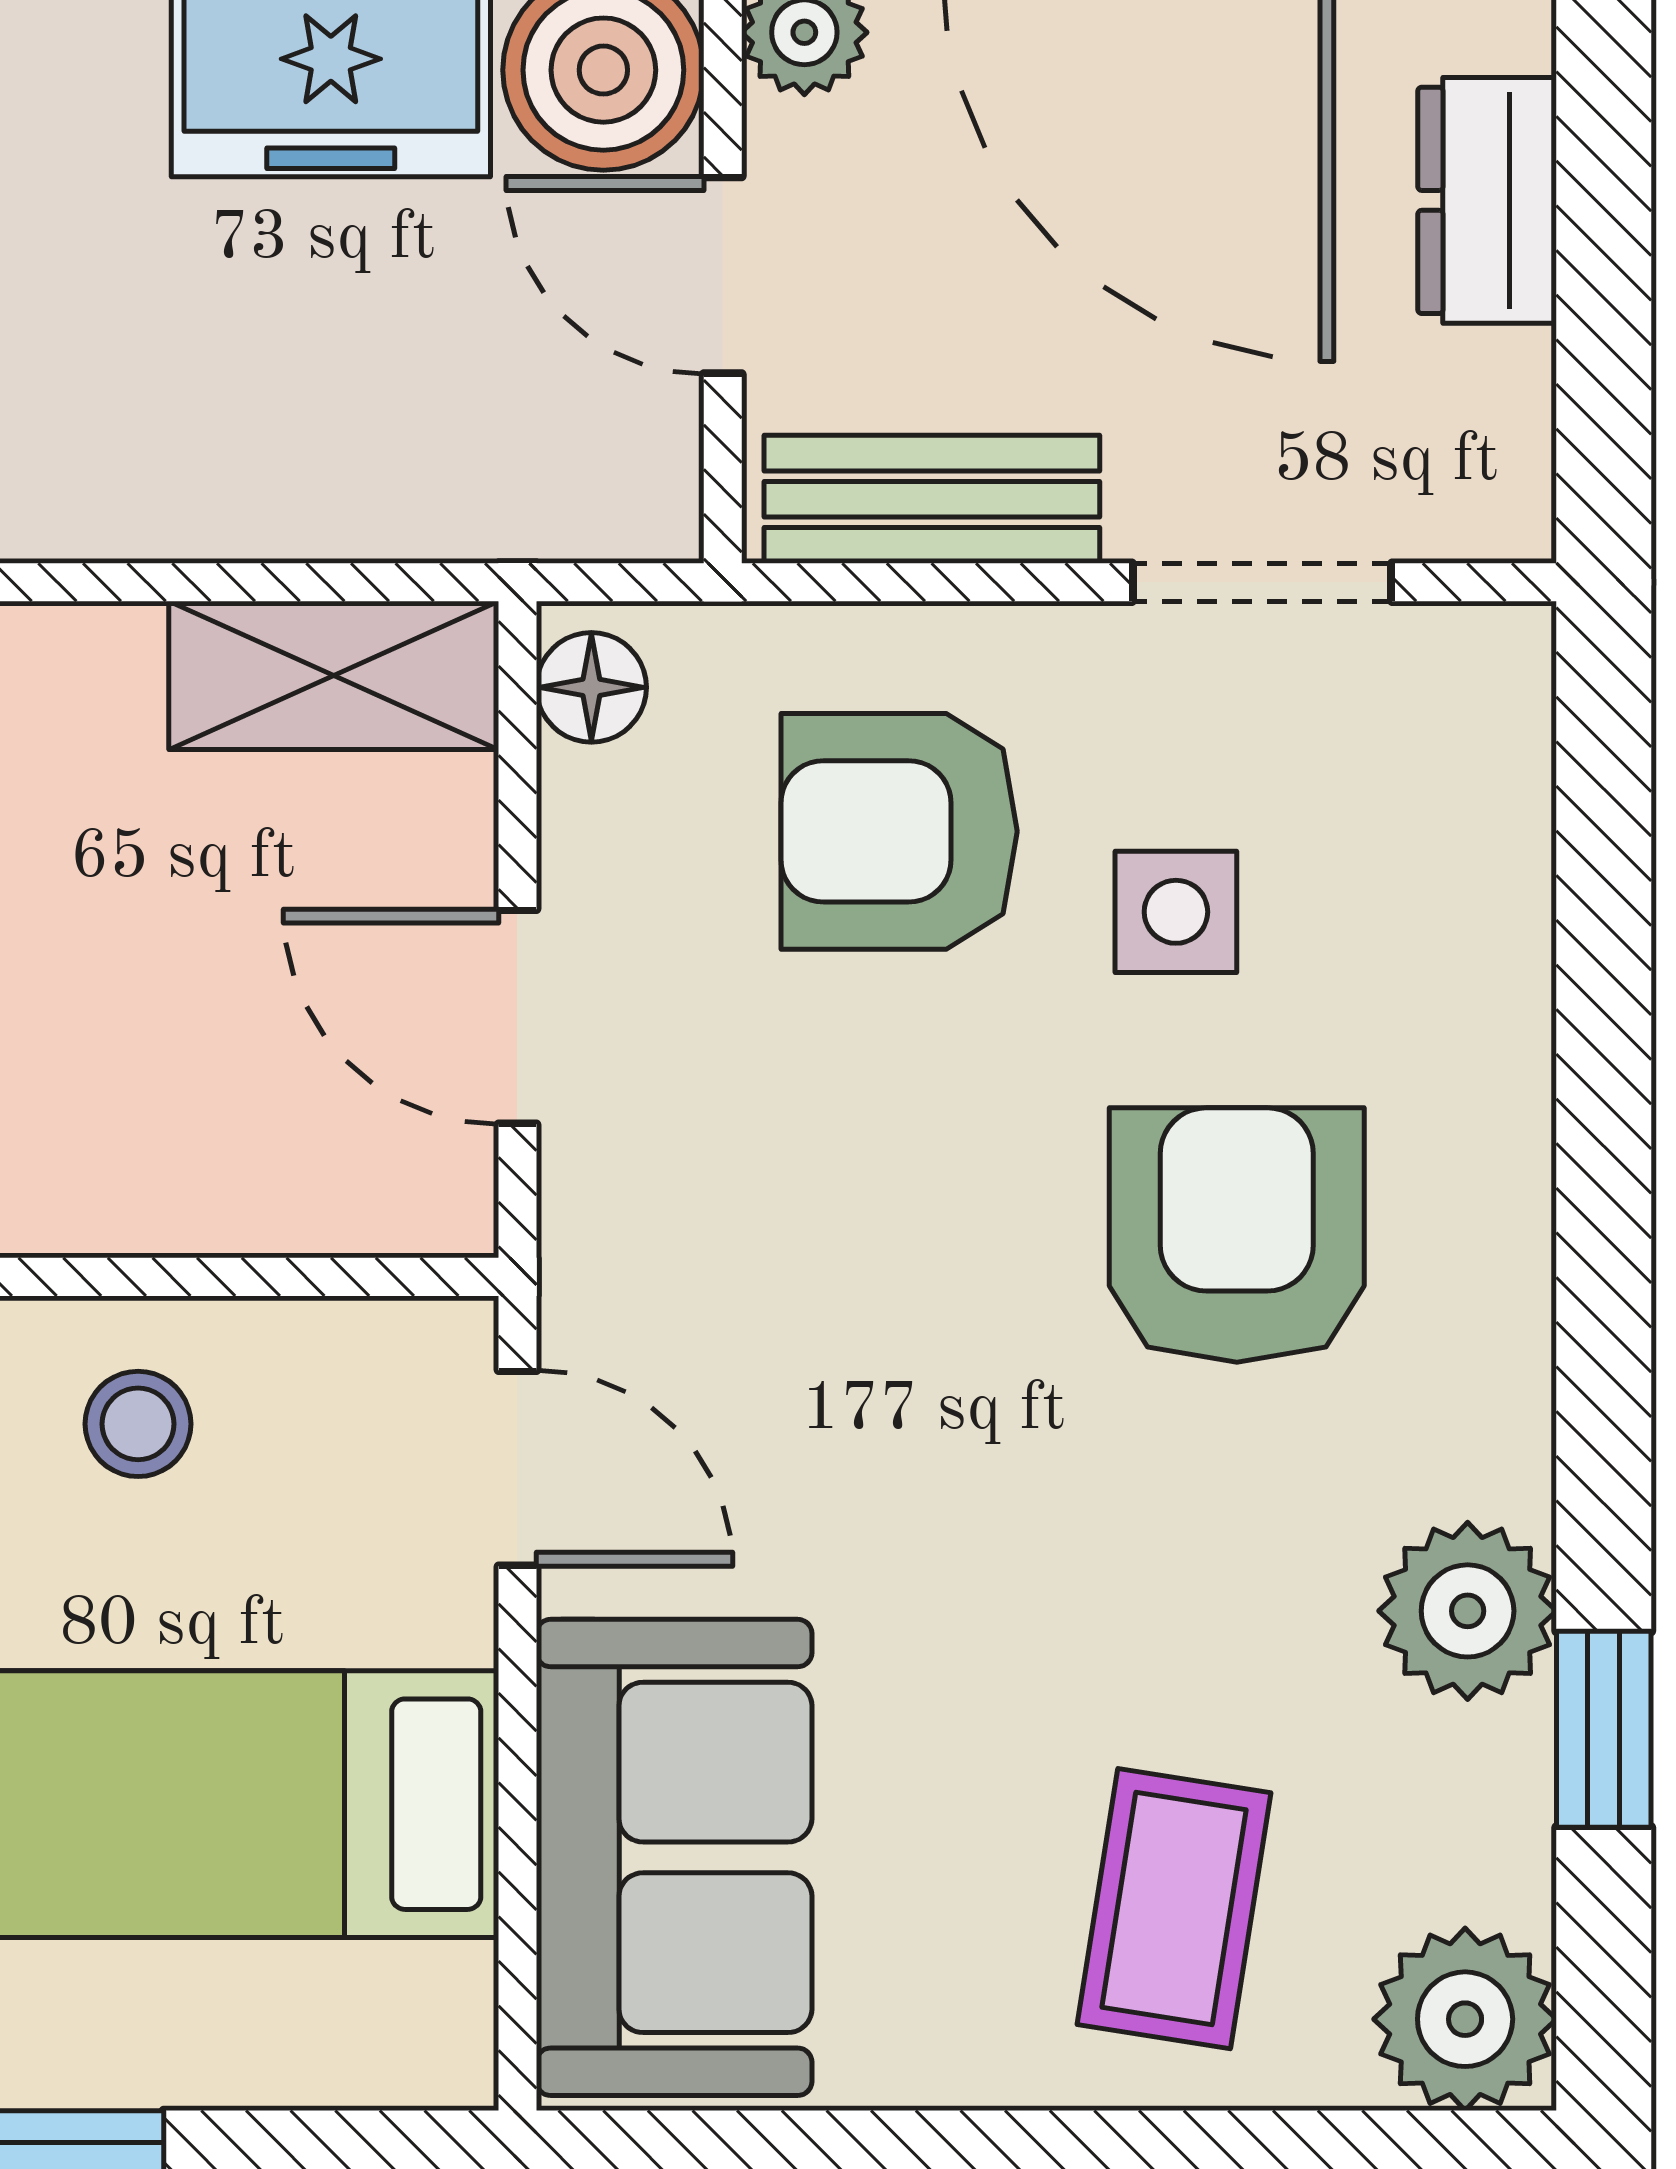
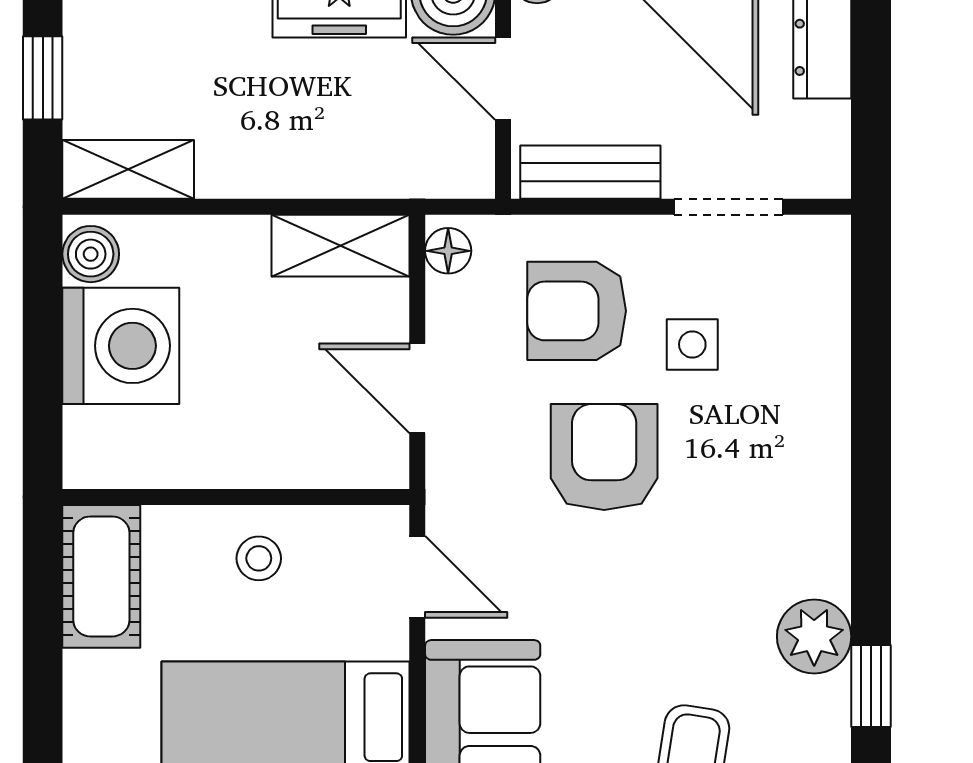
armchair: (1237, 1235) -> (604, 457), moved

